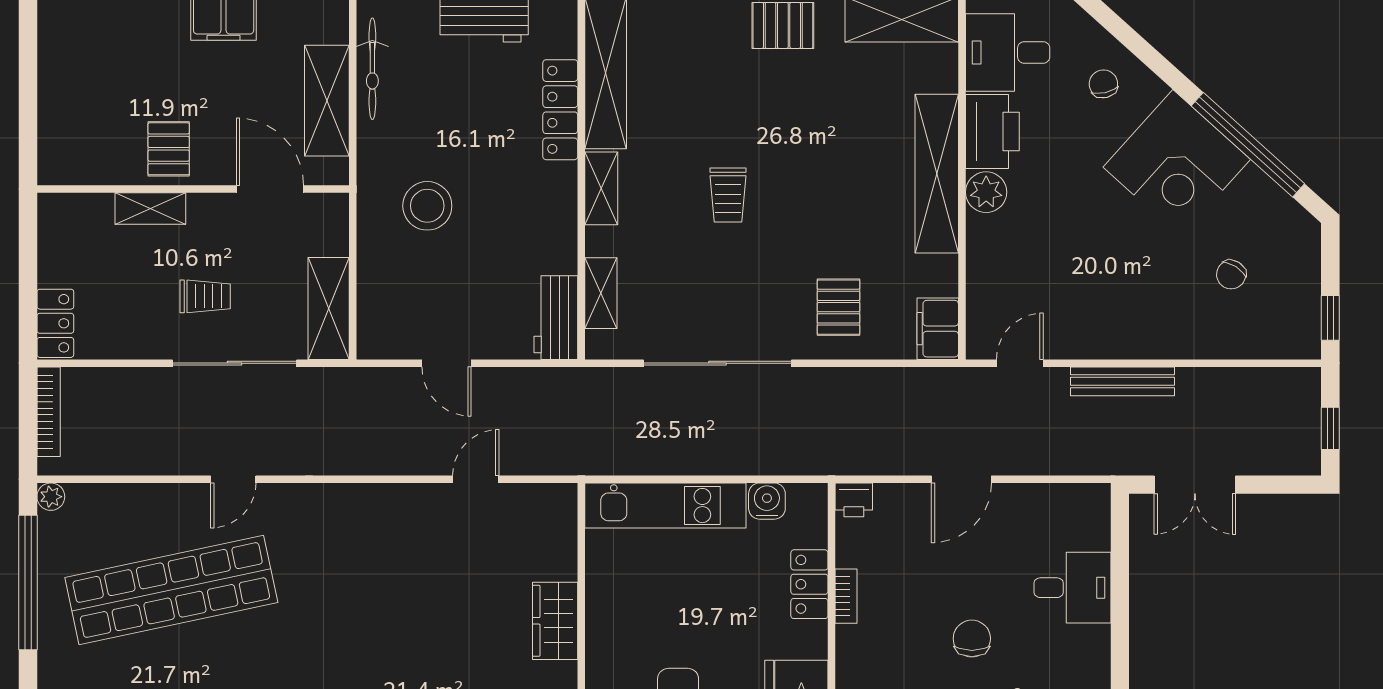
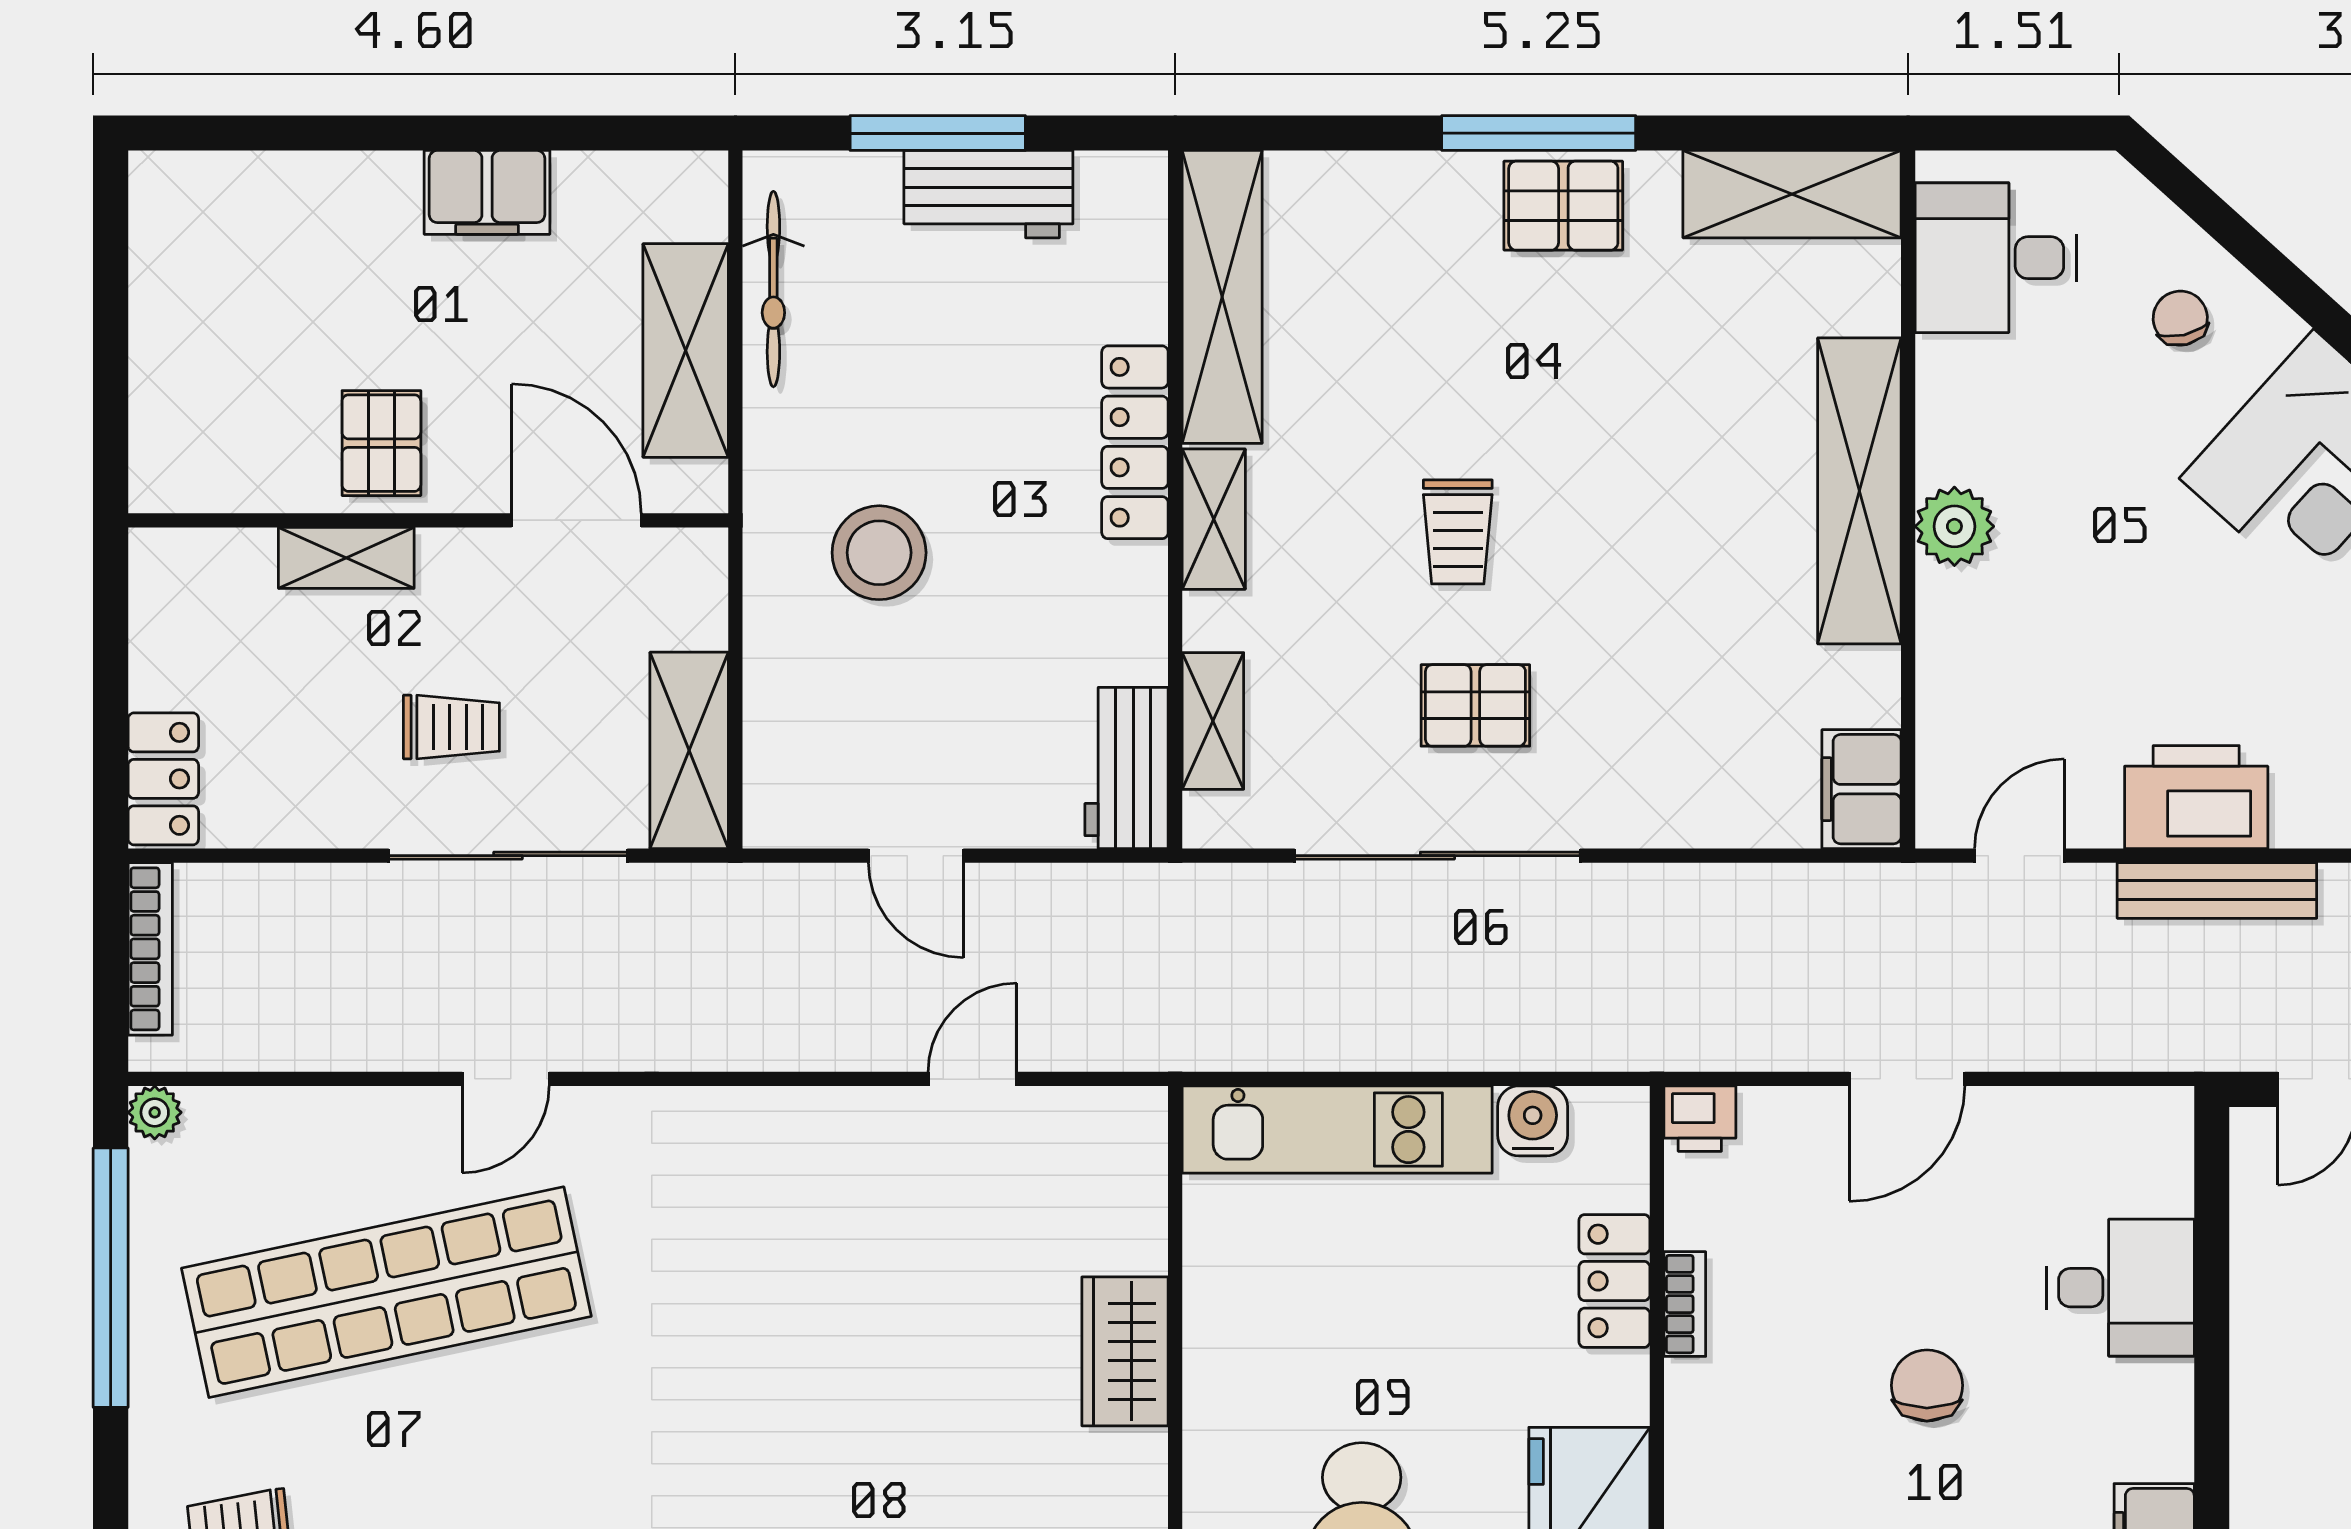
locker: (560, 110) -> (1135, 442), moved
printer: (992, 131) -> (2196, 797), moved, turned -90
pallet: (838, 307) -> (1475, 705), moved, turned 90

